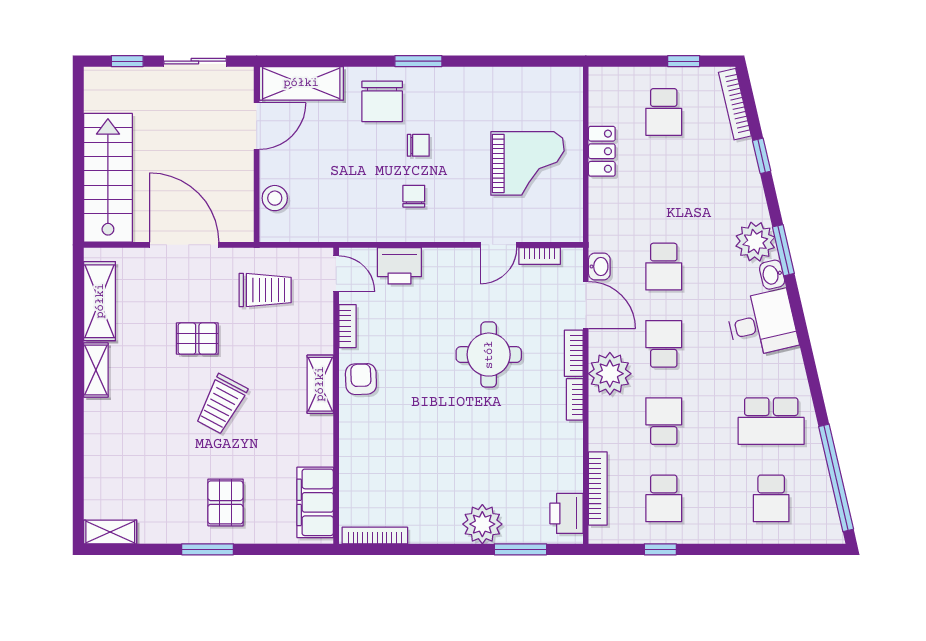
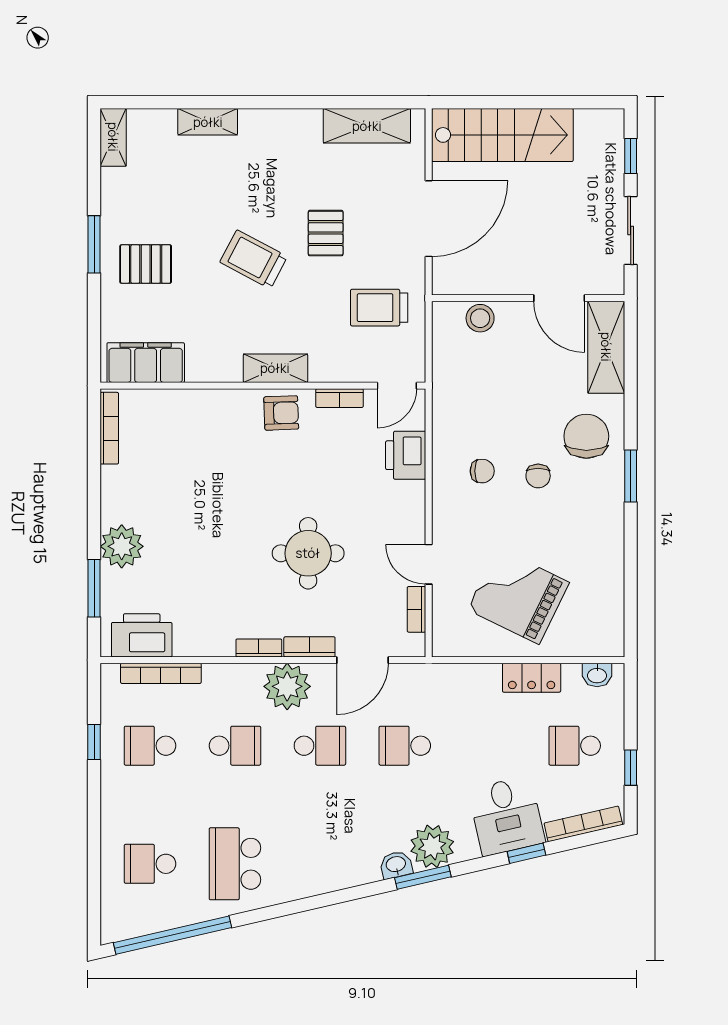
chair: (382, 101) -> (586, 436), turned 90
grand piano: (527, 163) -> (518, 596), turned 116
washbasin: (599, 266) -> (597, 675), moved
trolley: (265, 290) -> (379, 308), turned 90
desk: (762, 323) -> (507, 816), moved
shelving: (96, 370) -> (208, 122), moved
printer: (566, 513) -> (142, 635), width x1.37, depth x1.19

